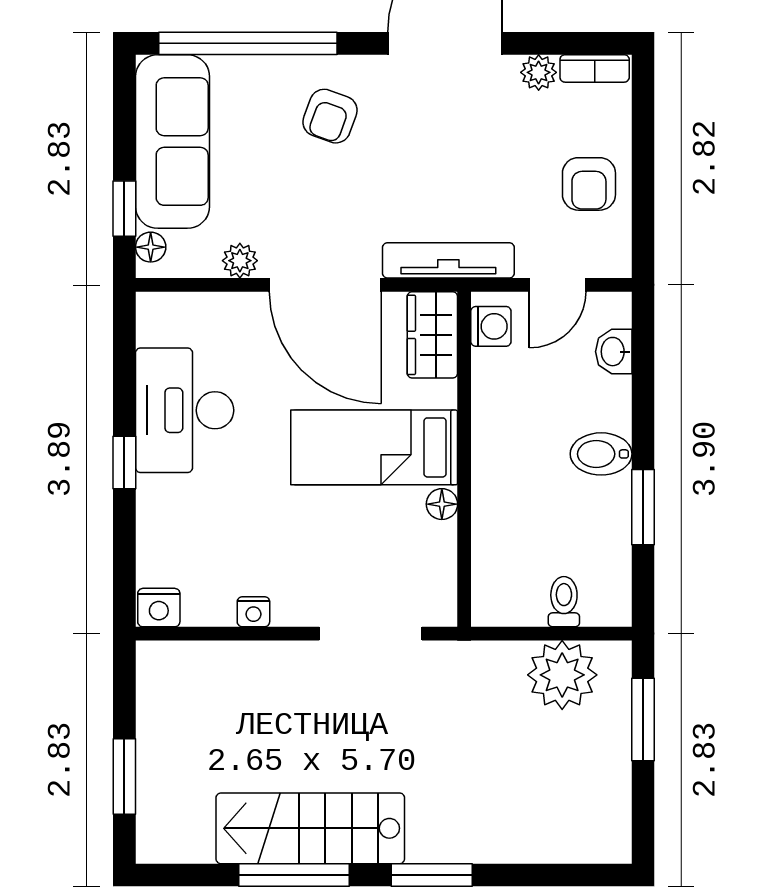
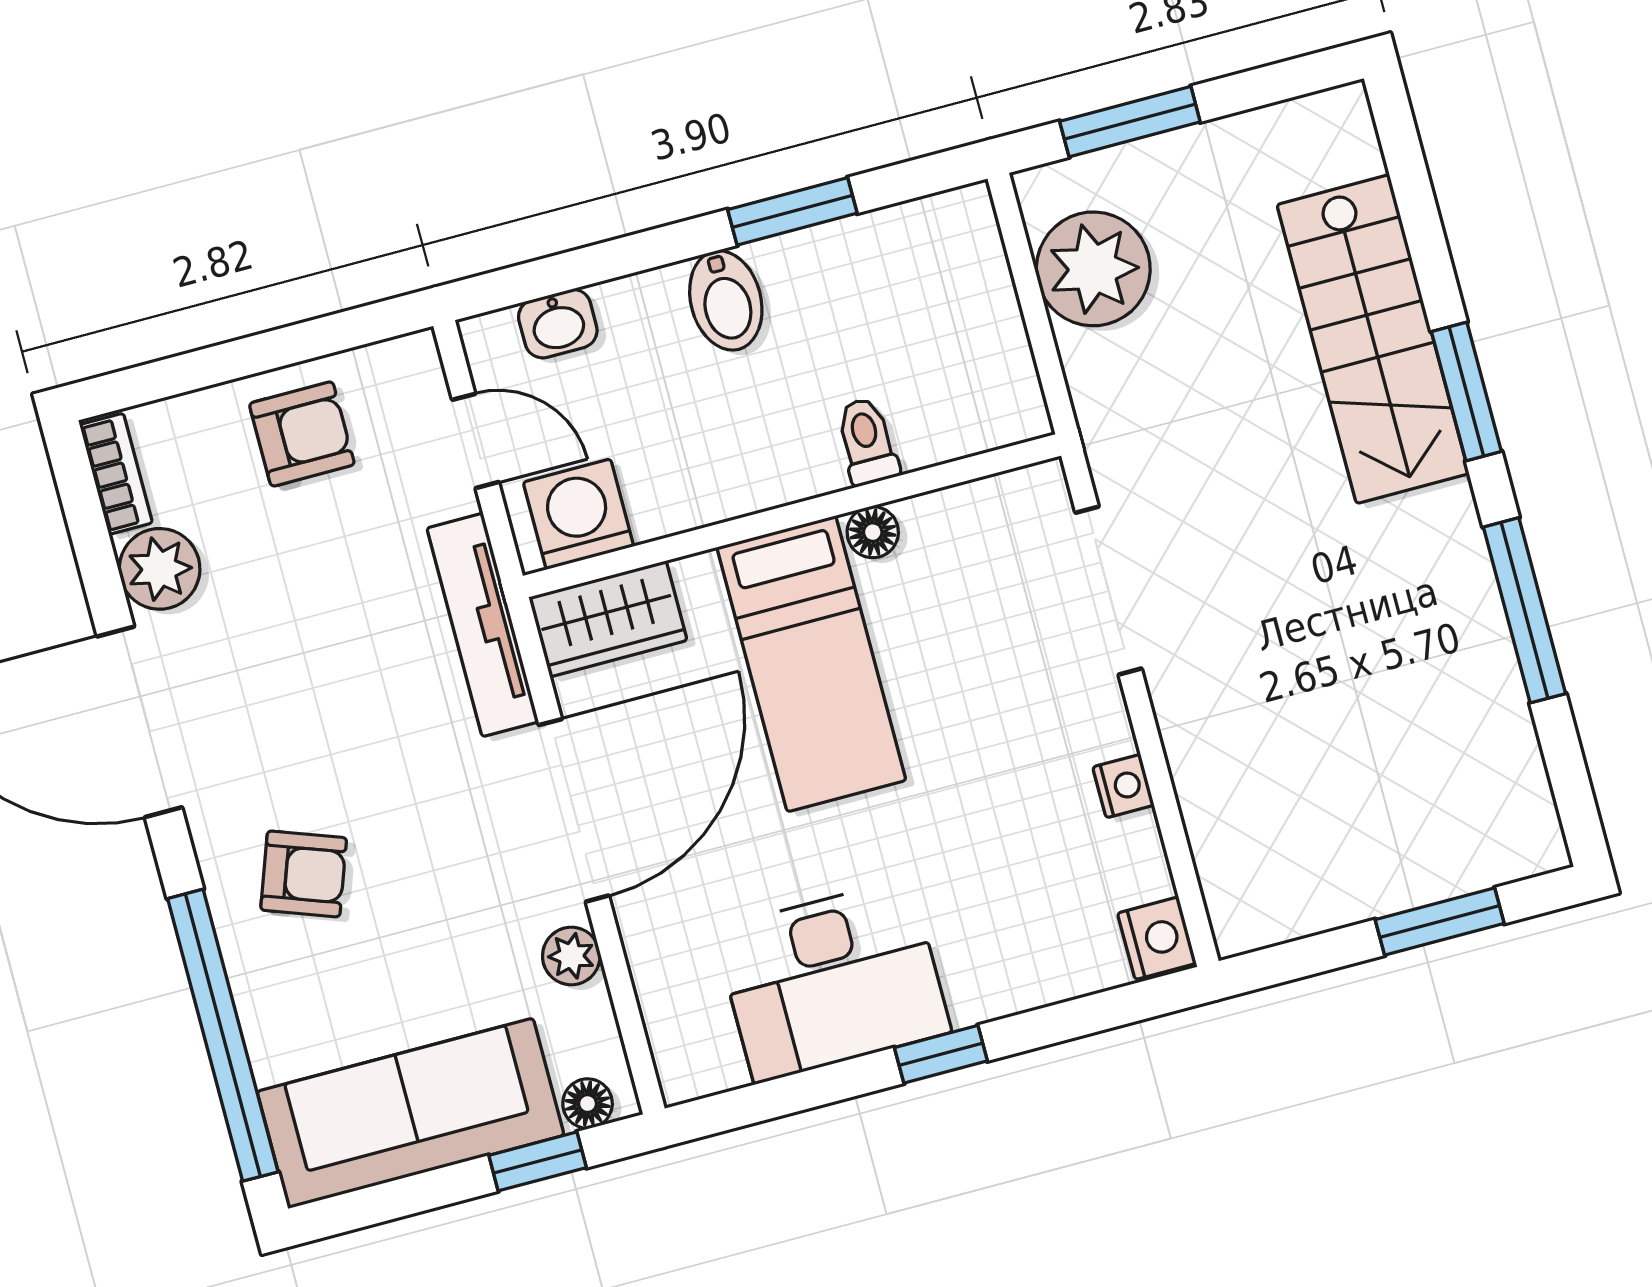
plant: (539, 72) -> (160, 569), width x1.38, depth x1.38
washing machine: (491, 326) -> (578, 514), width x1.38, depth x1.38
toilet: (564, 602) -> (867, 441), moved, turned 90
stairs: (310, 828) -> (1373, 339), moved

